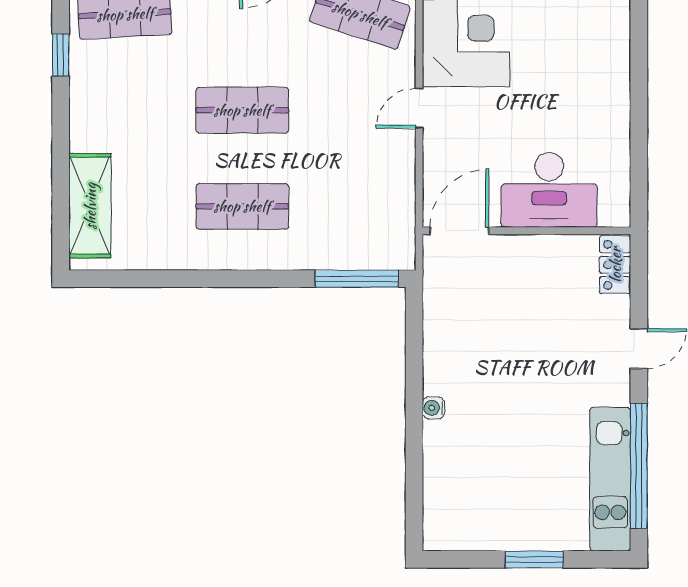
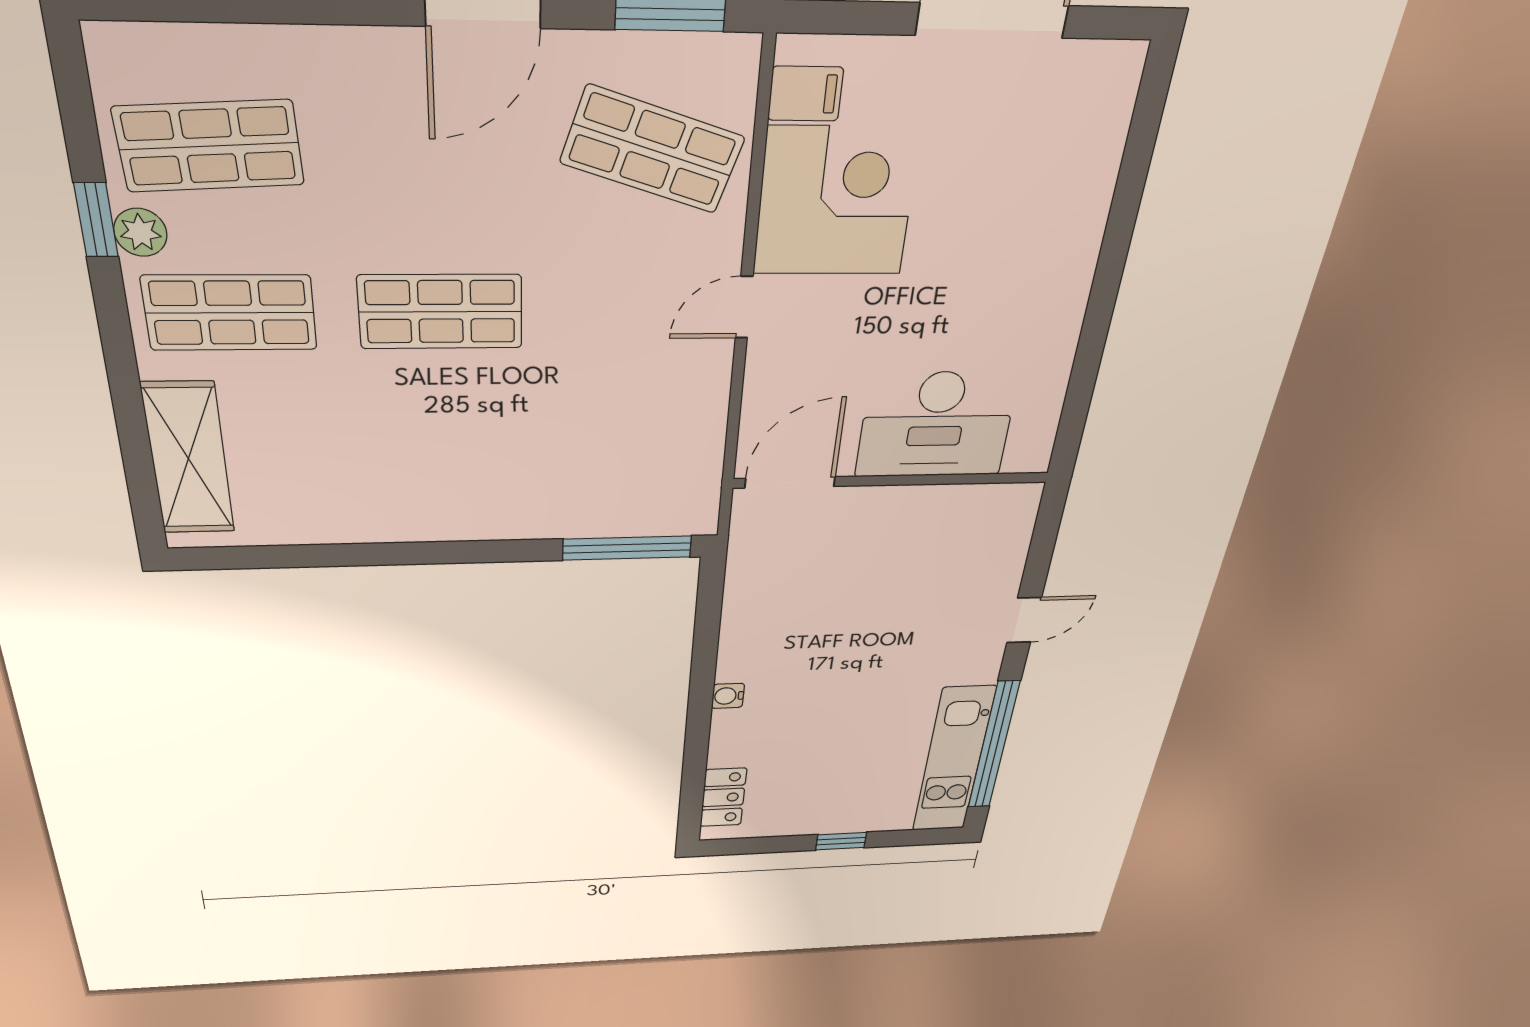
plant: (83, 62) -> (140, 232), added
shop shelf: (242, 206) -> (230, 313), moved
locker: (615, 265) -> (723, 797), moved, turned 180
window: (534, 559) -> (841, 841), width x0.67

